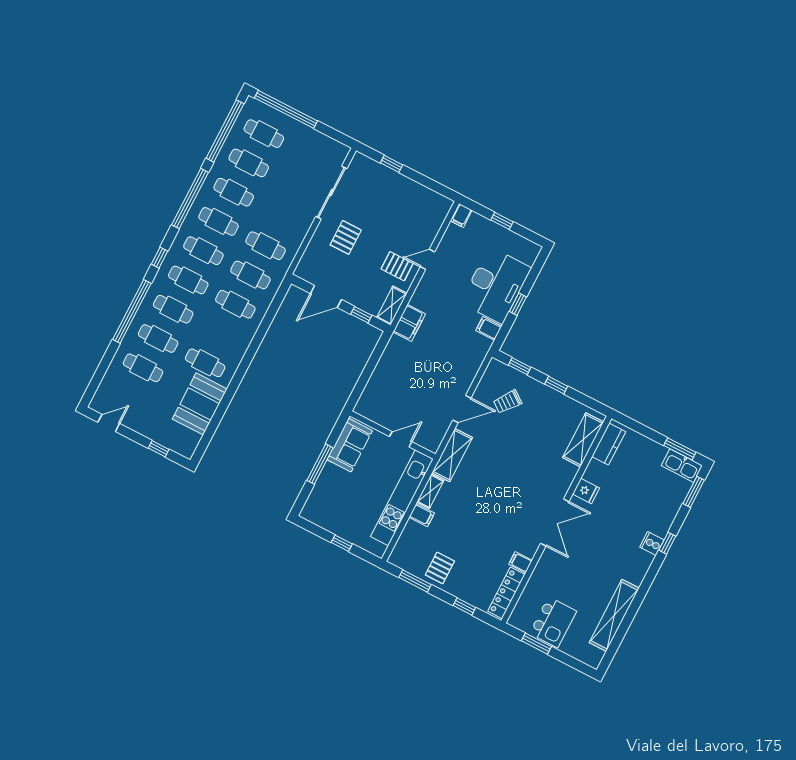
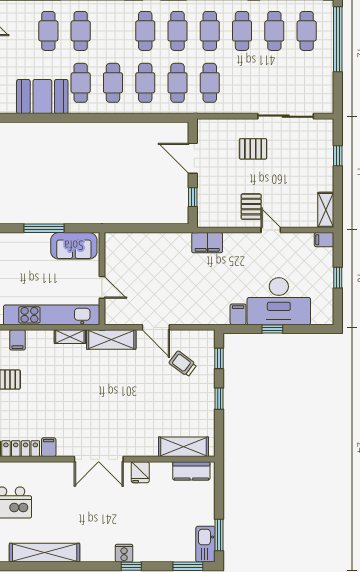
shelving: (392, 305) -> (326, 210), moved, turned 90
cafe table: (173, 309) -> (113, 83), moved
filing cabinet: (422, 515) -> (18, 340), moved

